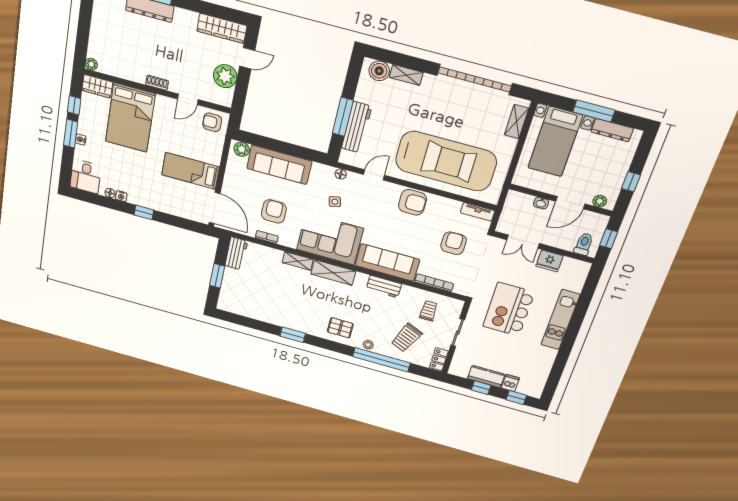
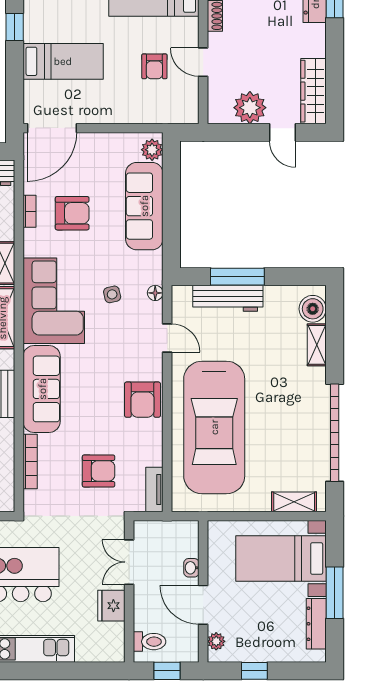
armchair: (212, 122) -> (154, 66), moved, turned 180
bed: (191, 171) -> (63, 61), moved, turned 90

